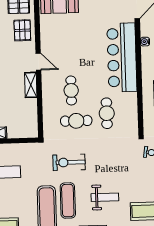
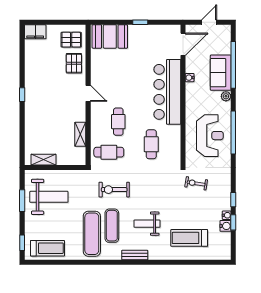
shelving: (31, 85) -> (80, 134), moved
cafe table: (76, 121) -> (109, 152), moved
weight bench: (105, 197) -> (147, 224), turned 180

